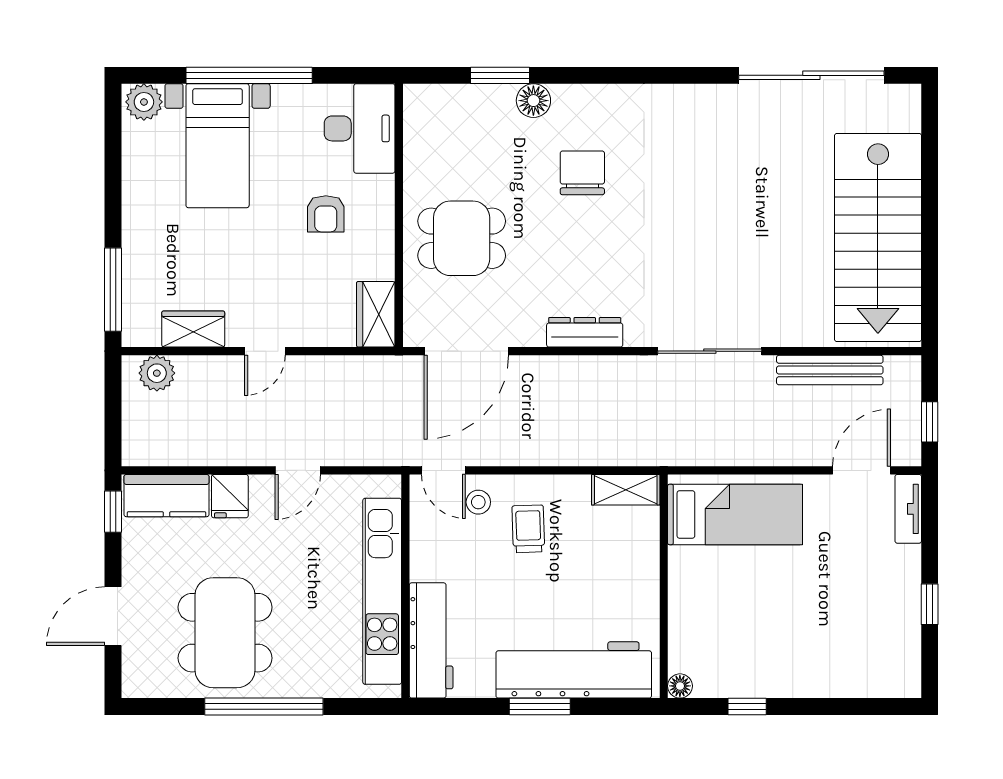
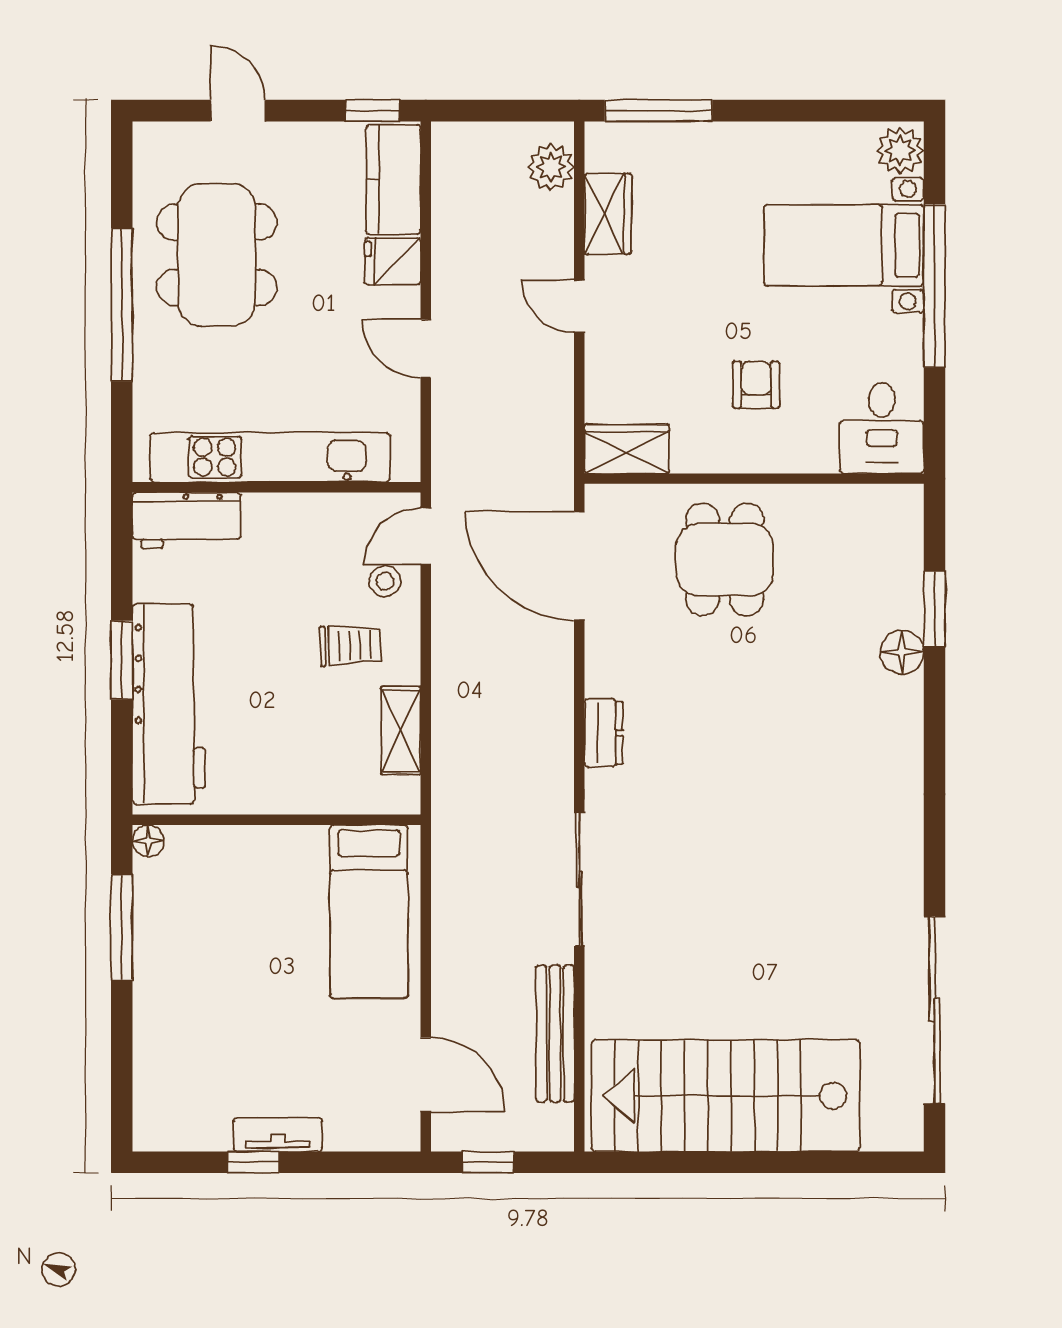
desk: (360, 128) -> (882, 428), width x0.73
chair: (582, 173) -> (809, 715), removed
armchair: (326, 214) -> (756, 385), turned 90
dresser: (585, 332) -> (604, 733), width x0.70
shelving: (626, 490) -> (401, 731), moved
tv unit: (908, 509) -> (278, 1135), moved
door: (113, 616) -> (238, 111), width x0.73
dining table: (225, 633) -> (217, 255), turned 90
workbench: (431, 640) -> (187, 520), width x0.73
window: (747, 707) -> (122, 927), width x2.17

